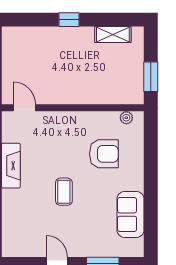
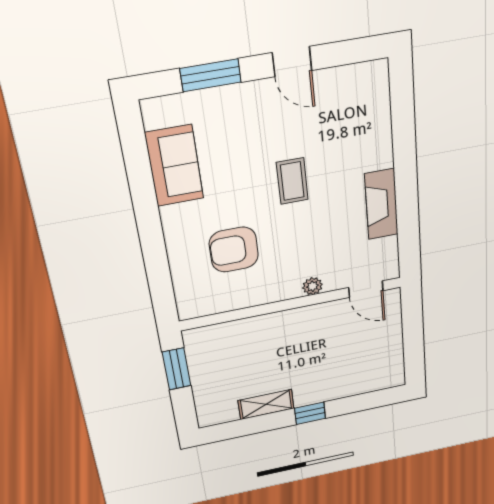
shelving: (113, 35) -> (266, 404), moved
plant: (126, 118) -> (312, 286), moved

